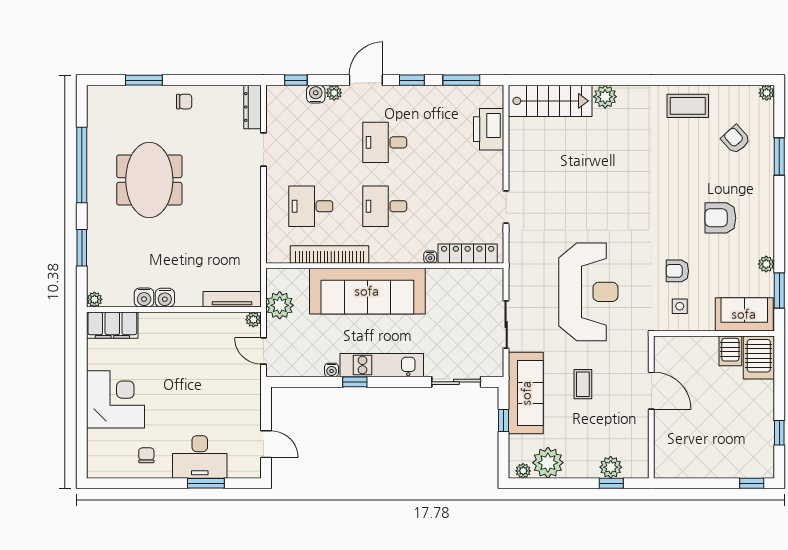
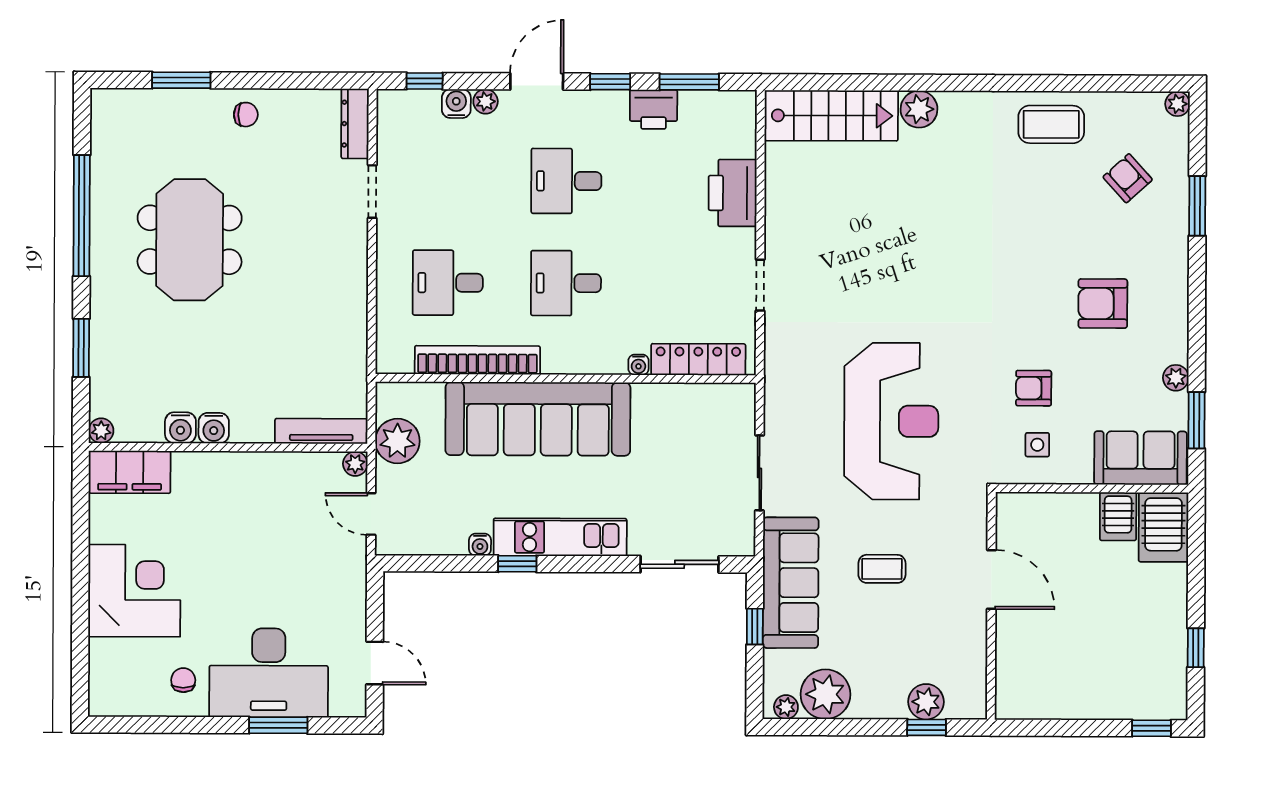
printer: (439, 97) -> (654, 109), added
printer: (489, 129) -> (733, 193), moved
coffee table: (583, 384) -> (882, 569), turned 90
desk: (200, 457) -> (269, 673), width x1.36, depth x1.30

